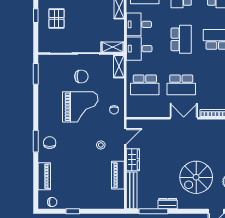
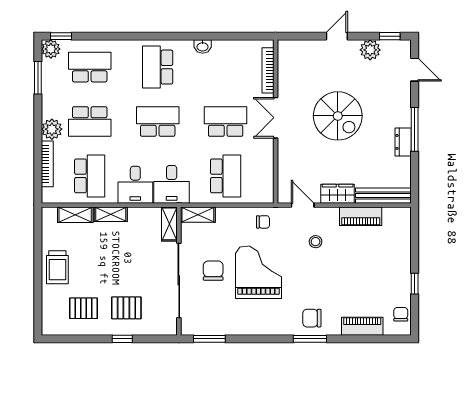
school desk: (181, 85) -> (226, 121), turned -90
spiral stairs: (196, 177) -> (338, 116), moved
window: (153, 211) -> (415, 129), moved

